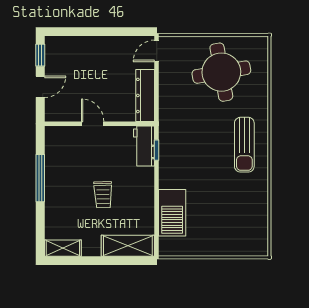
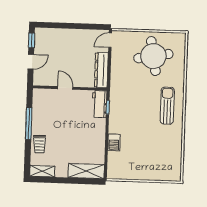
sun lounger: (244, 145) -> (167, 106), turned 180
trolley: (103, 195) -> (40, 144), moved
barbecue: (172, 213) -> (114, 142), width x0.53, depth x0.65

